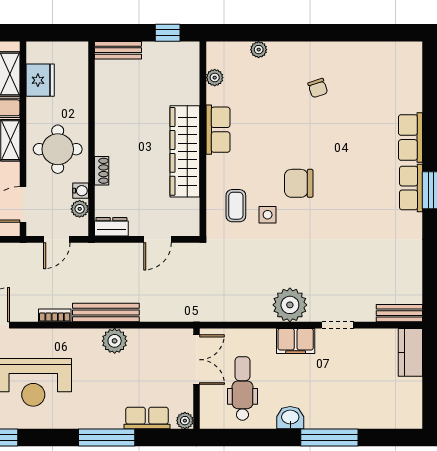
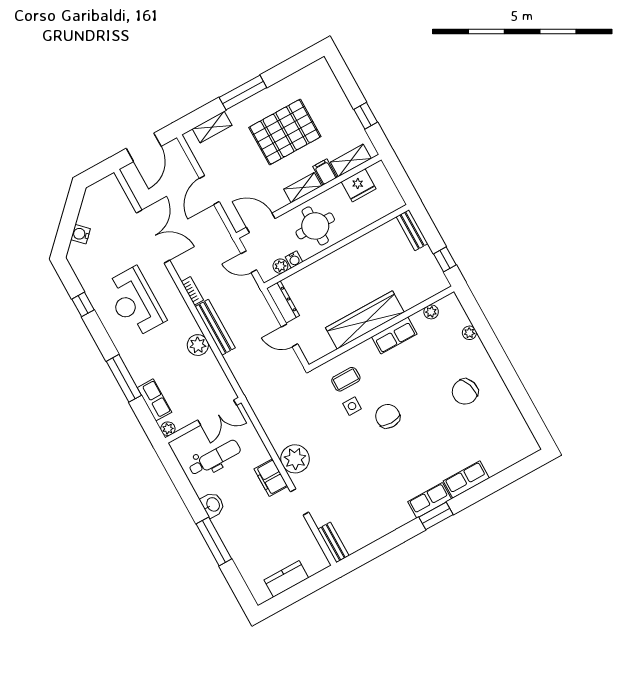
chair: (318, 88) -> (465, 392), width x1.87, depth x1.87
shoe rack: (102, 171) -> (317, 267), removed
dresser: (111, 227) -> (283, 302), width x1.44
kitchen counter: (410, 352) -> (286, 579), moved

